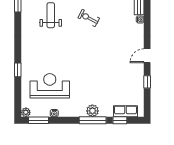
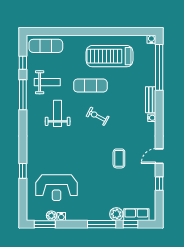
coffee table: (109, 58) -> (119, 158), added
reception desk: (50, 86) -> (57, 188), turned 180
plant: (92, 111) -> (116, 214), moved
plant: (26, 112) -> (51, 216), moved

